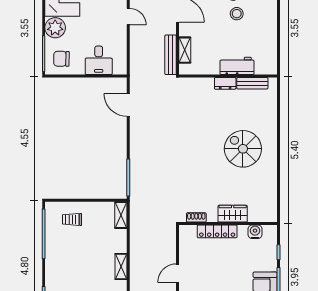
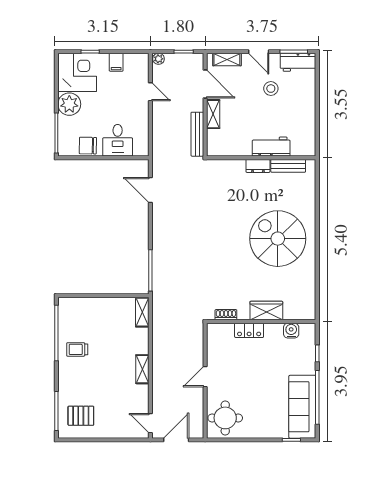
shelving: (185, 50) -> (213, 114), moved
chair: (61, 59) -> (88, 146), moved
spiral stairs: (243, 149) -> (278, 239), width x1.37, depth x1.37
trolley: (72, 219) -> (77, 349), moved
locker: (217, 231) -> (249, 330), width x0.66

